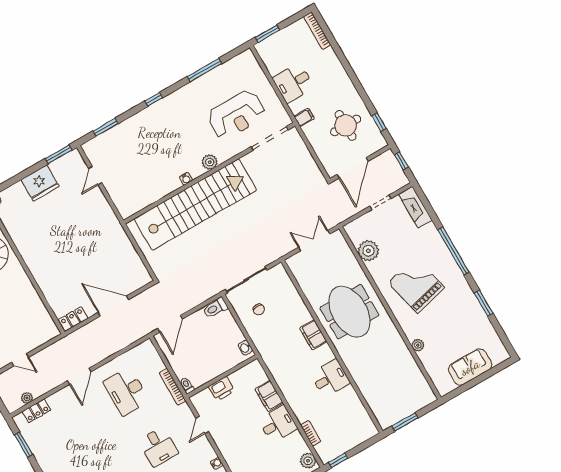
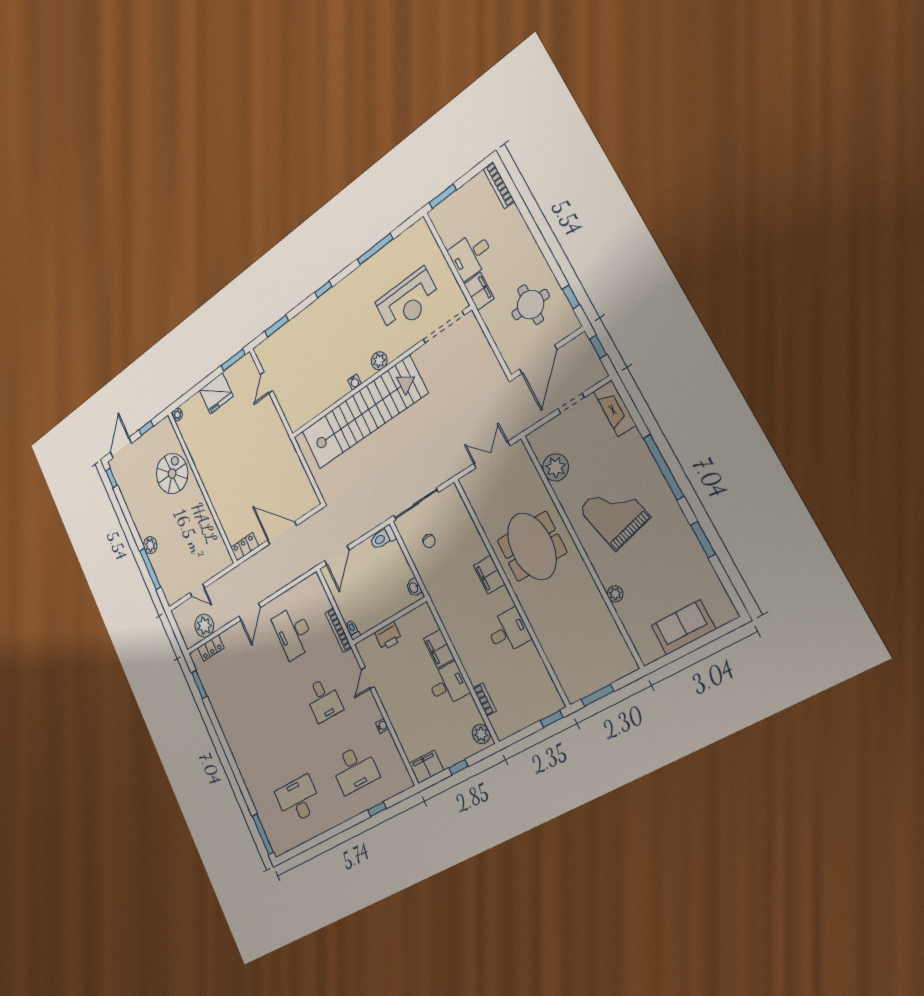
filing cabinet: (304, 117) -> (479, 291), width x2.00
plant: (27, 398) -> (204, 626), width x1.87, depth x1.87
window: (338, 460) -> (552, 719), moved

